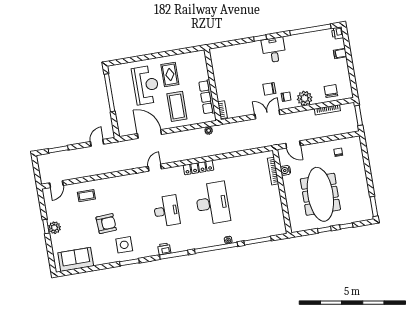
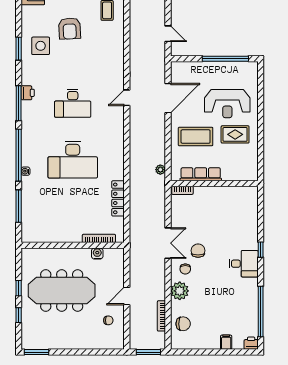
door: (293, 144) -> (127, 296), moved
door: (155, 168) -> (127, 98), swing flipped
locker: (198, 168) -> (118, 198), moved

